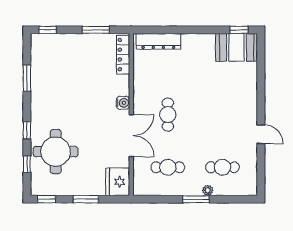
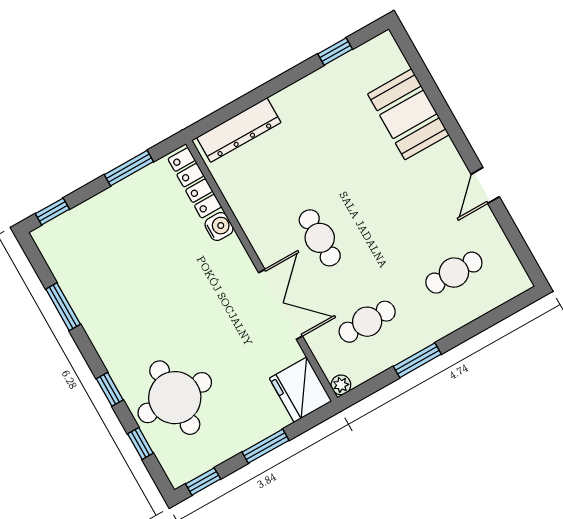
window: (239, 30) -> (335, 51), moved
booth: (236, 47) -> (408, 114), moved, turned 90
water cooler: (123, 103) -> (219, 226), moved
door: (261, 134) -> (485, 185), swing flipped
plant: (208, 190) -> (341, 385), moved
window: (196, 199) -> (417, 360), moved

